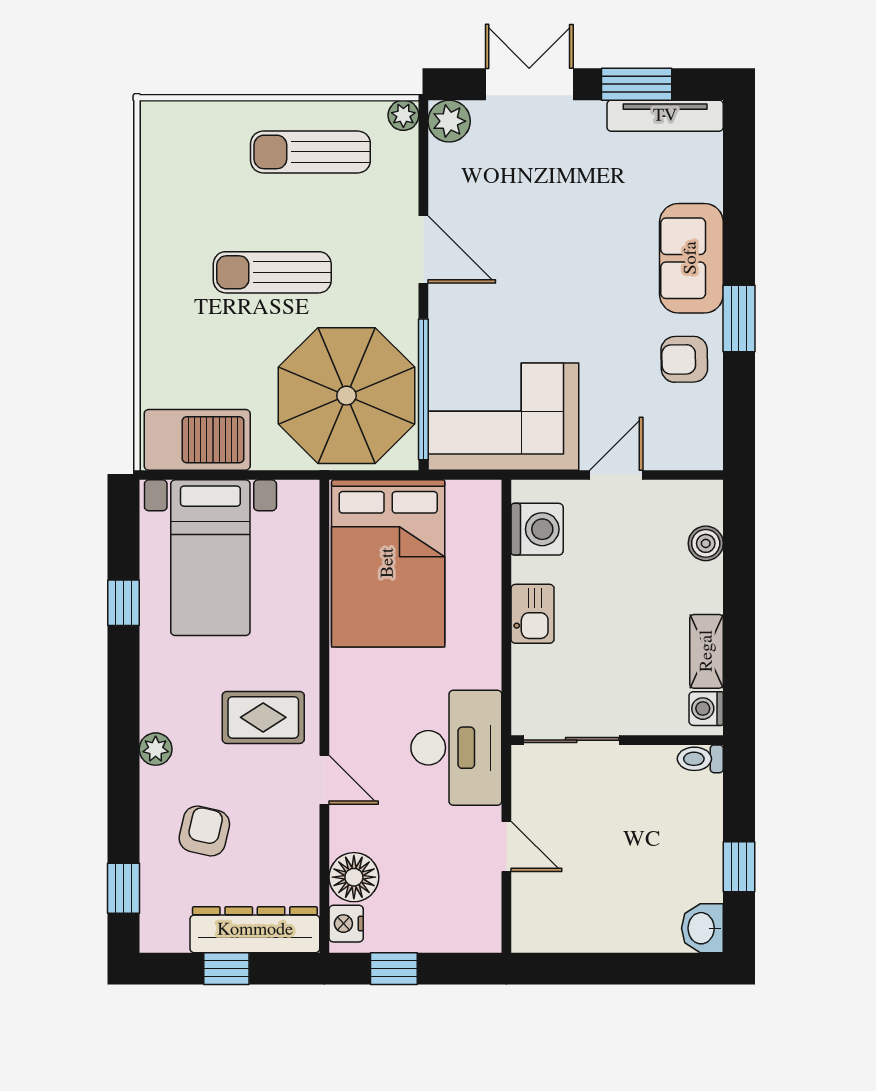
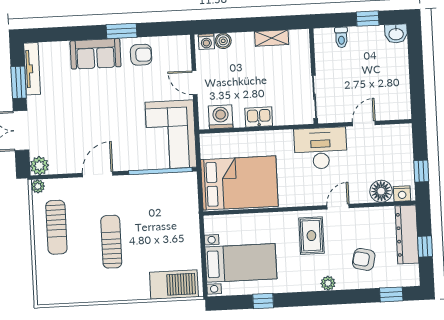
sun lounger: (272, 272) -> (111, 242), turned 180
armchair: (684, 359) -> (141, 55), turned -89
parasol: (346, 396) -> (165, 206), removed
barbecue: (197, 440) -> (174, 285), moved, turned 90
washing machine: (706, 709) -> (206, 42), moved
toilet: (700, 759) -> (341, 37), moved

